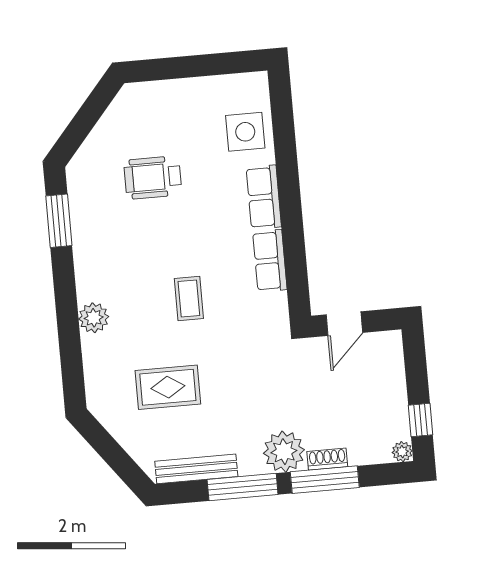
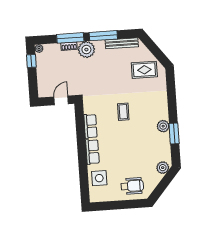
plant: (88, 161) -> (163, 168), added
wheelchair: (153, 178) -> (132, 186), moved
window: (59, 221) -> (174, 134), moved
plant: (94, 318) -> (163, 126), moved
rug: (168, 387) -> (144, 70), moved

